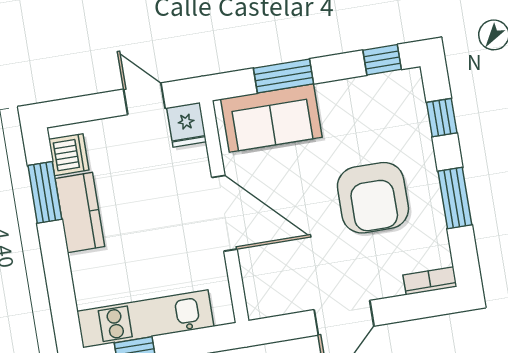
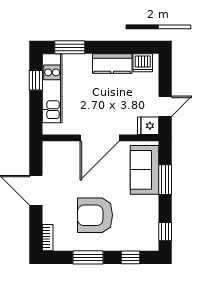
window: (45, 192) -> (70, 47), moved

